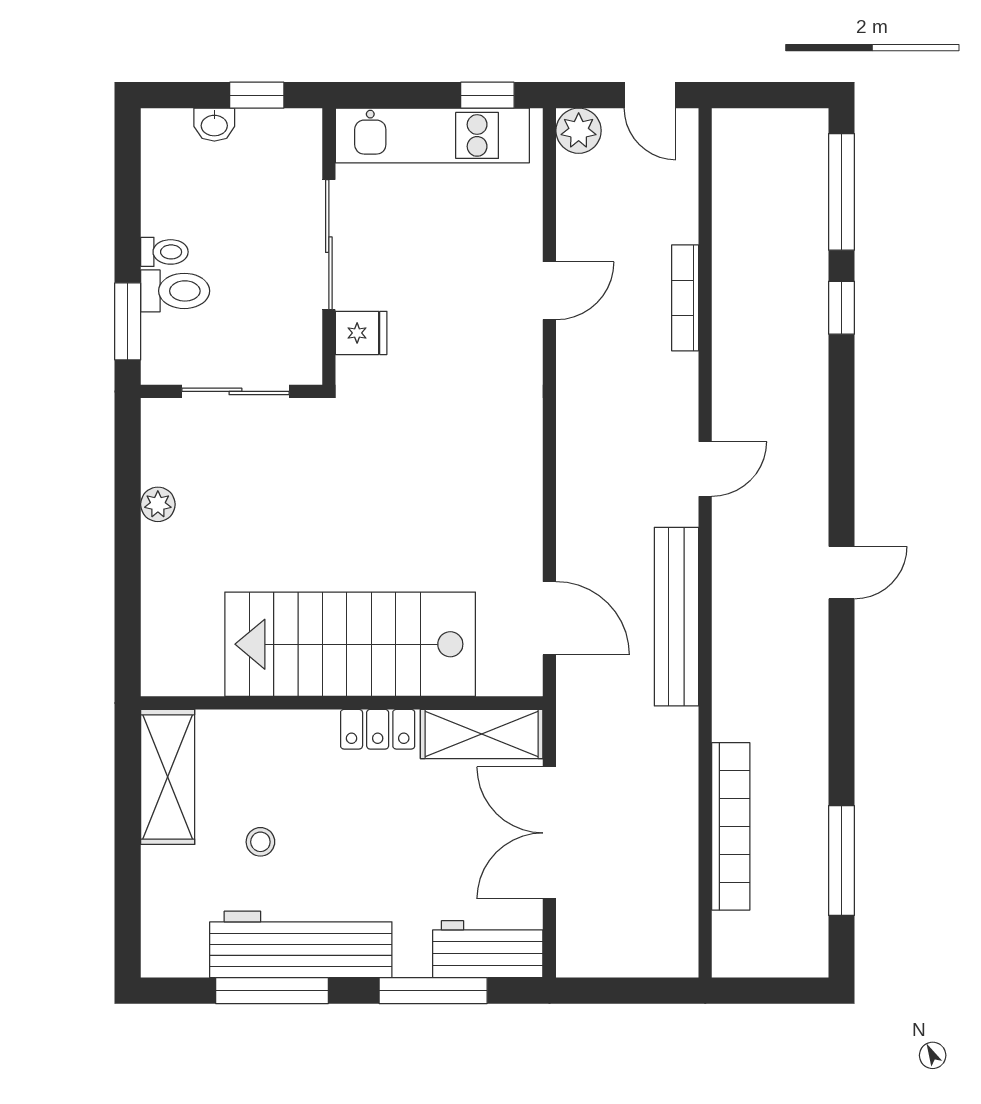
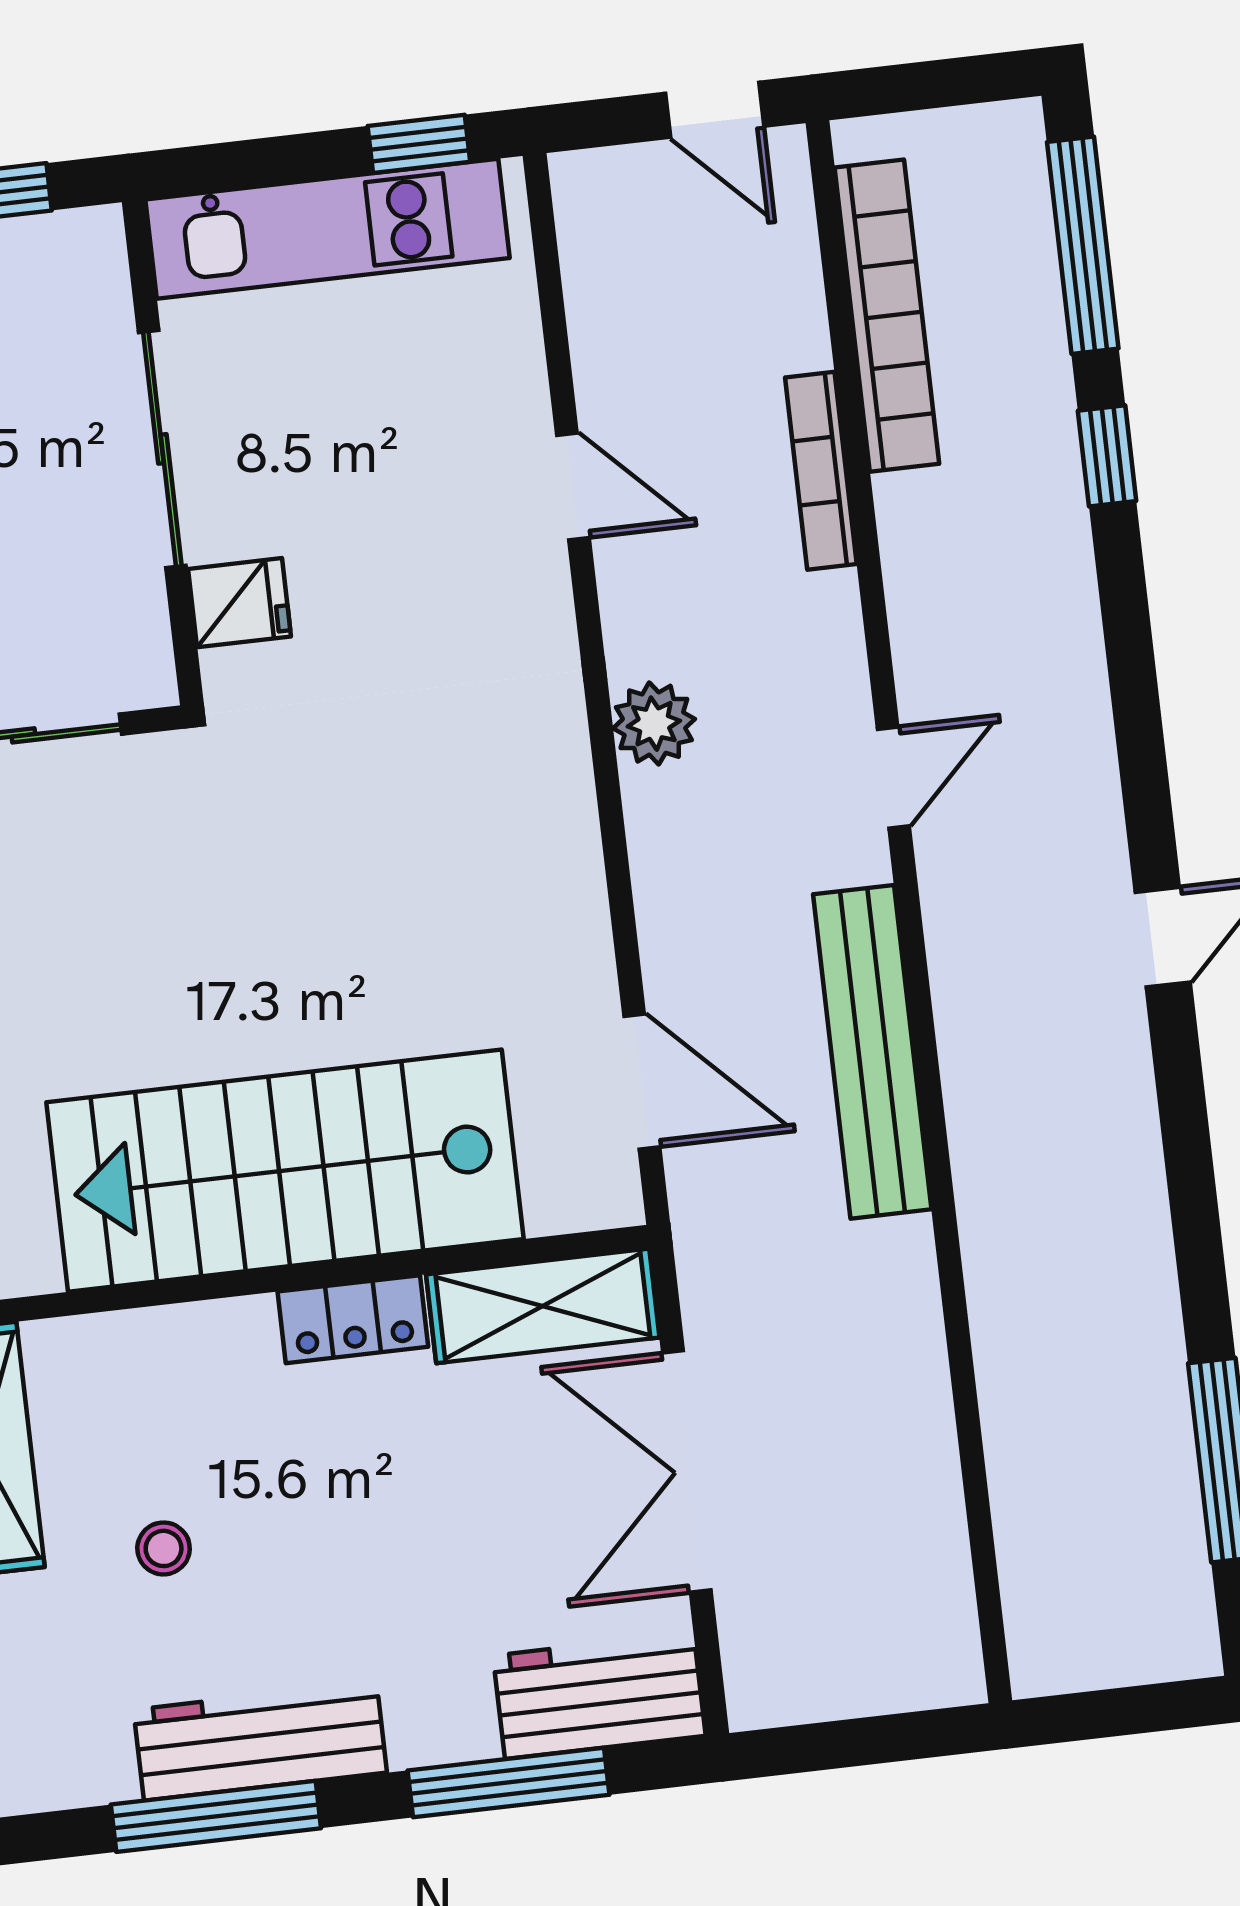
plant: (579, 131) -> (654, 724), moved
door: (549, 291) -> (573, 486), hinge flipped
bookcase: (731, 826) -> (887, 316), moved
workbench: (301, 944) -> (260, 1741), width x0.73, depth x0.76

